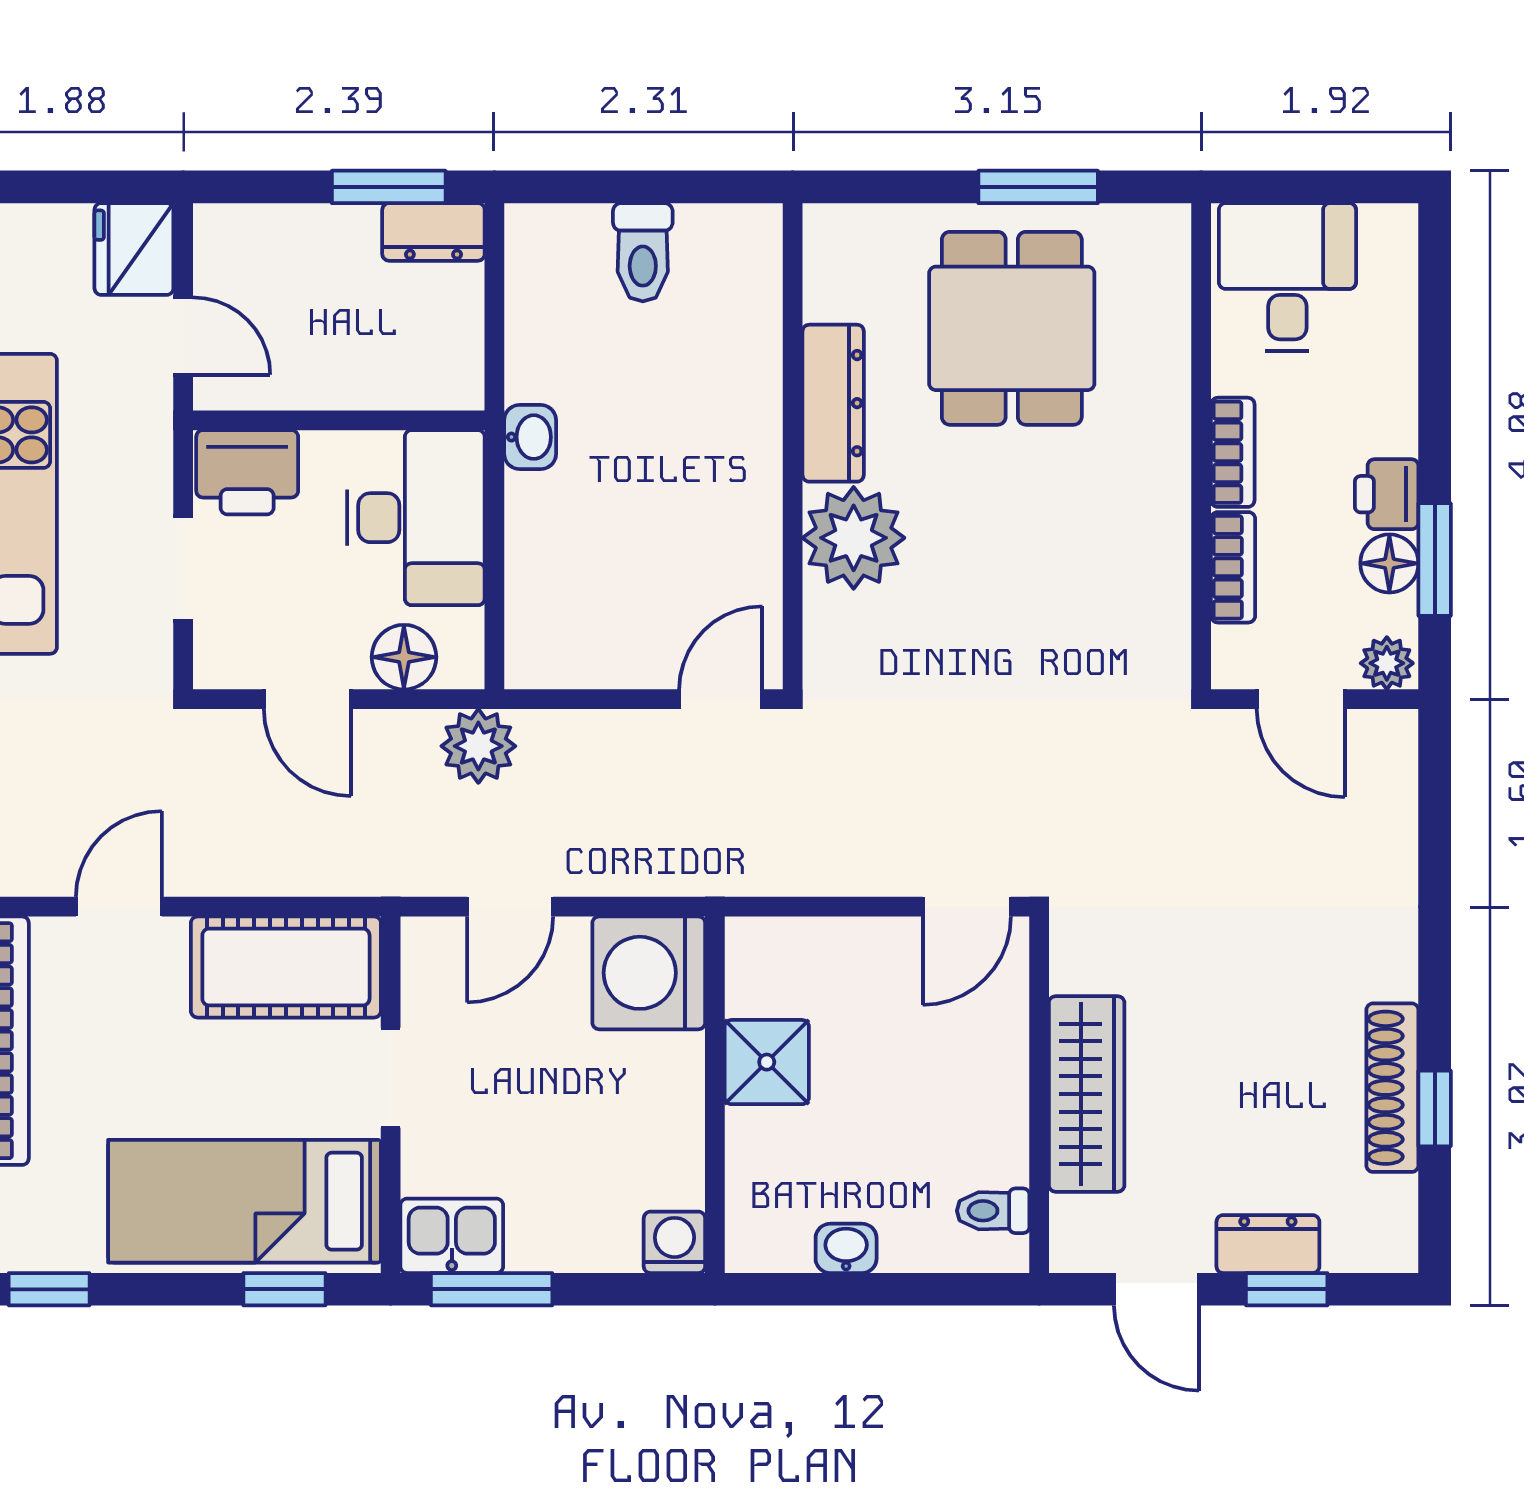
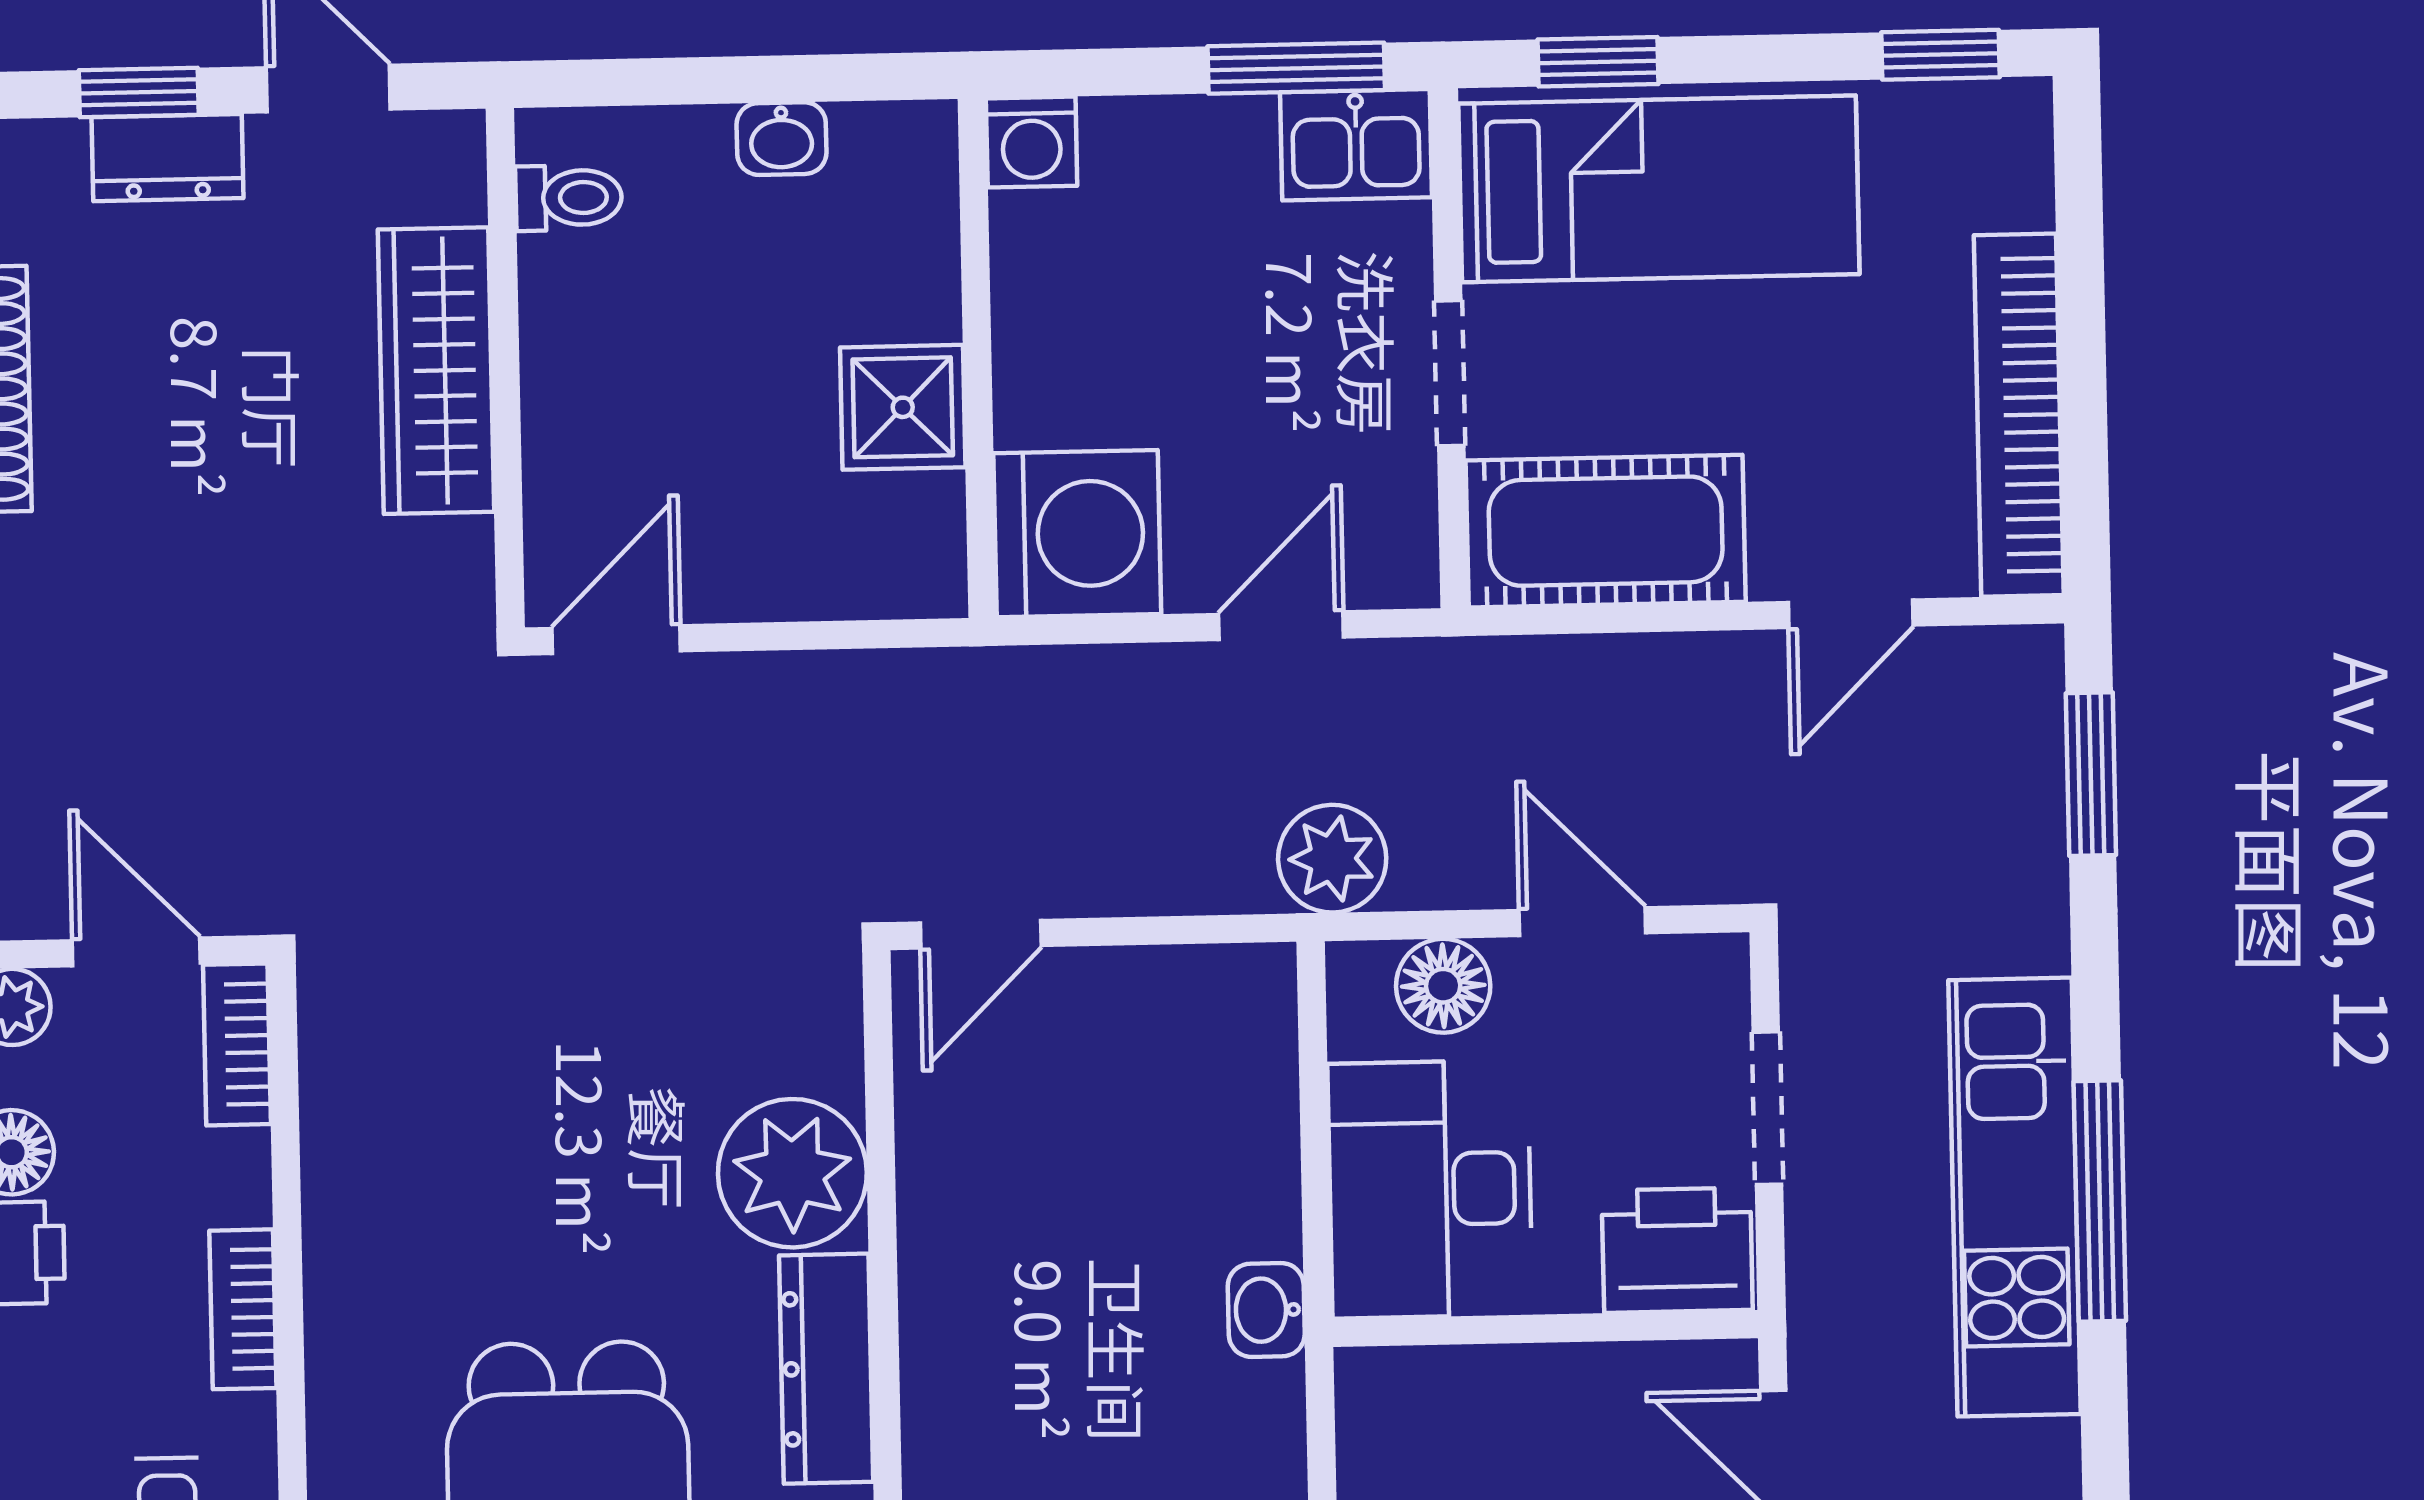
bookcase: (1233, 567) -> (237, 1044), moved

